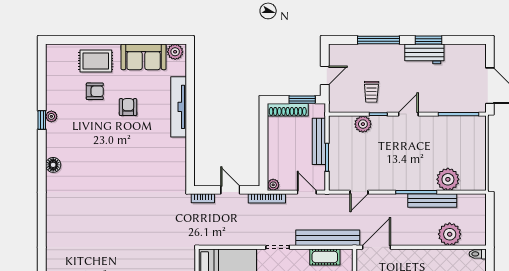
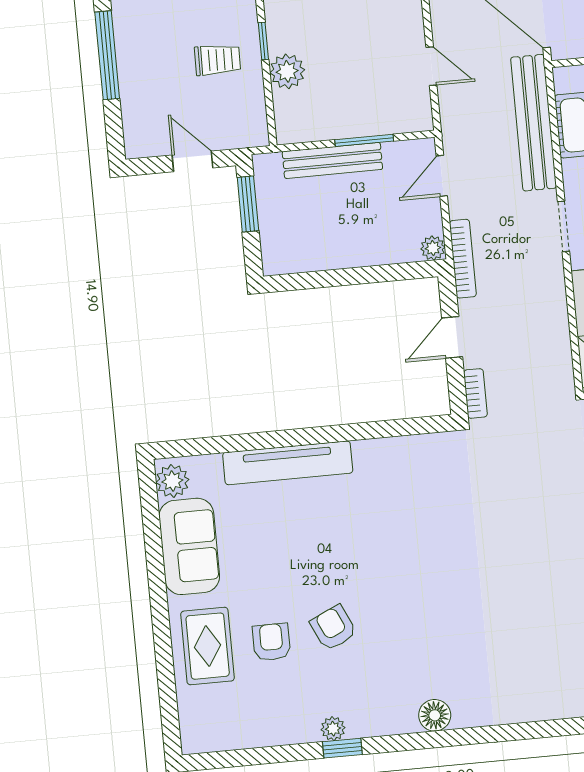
armchair: (128, 107) -> (333, 628), moved, turned 65
shoe rack: (288, 110) -> (272, 232), removed

